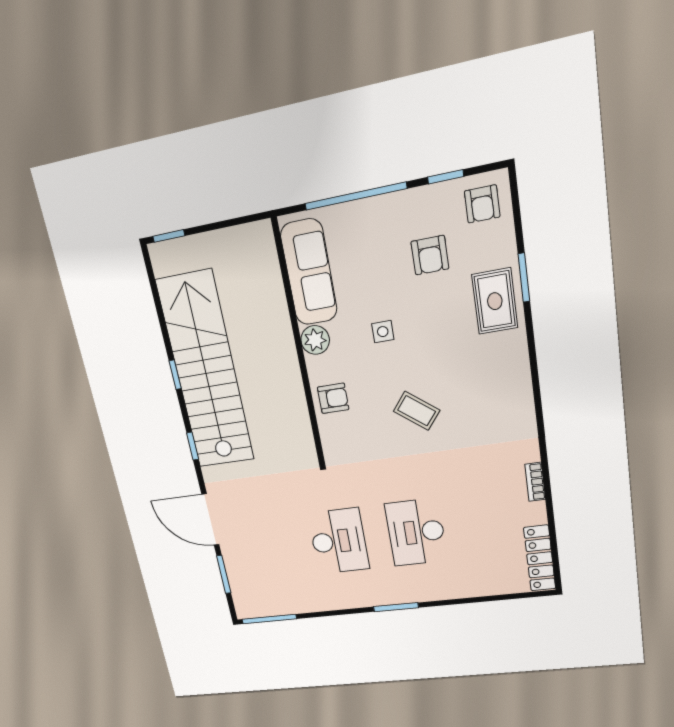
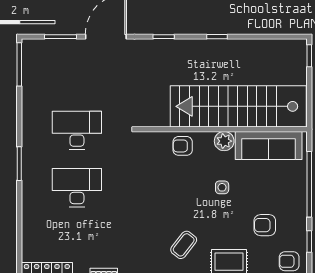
stairs: (206, 371) -> (238, 106), moved, turned 180
armchair: (333, 398) -> (183, 146), turned 90
coffee table: (417, 411) -> (184, 245), moved
desk: (338, 541) -> (77, 130), turned 180

